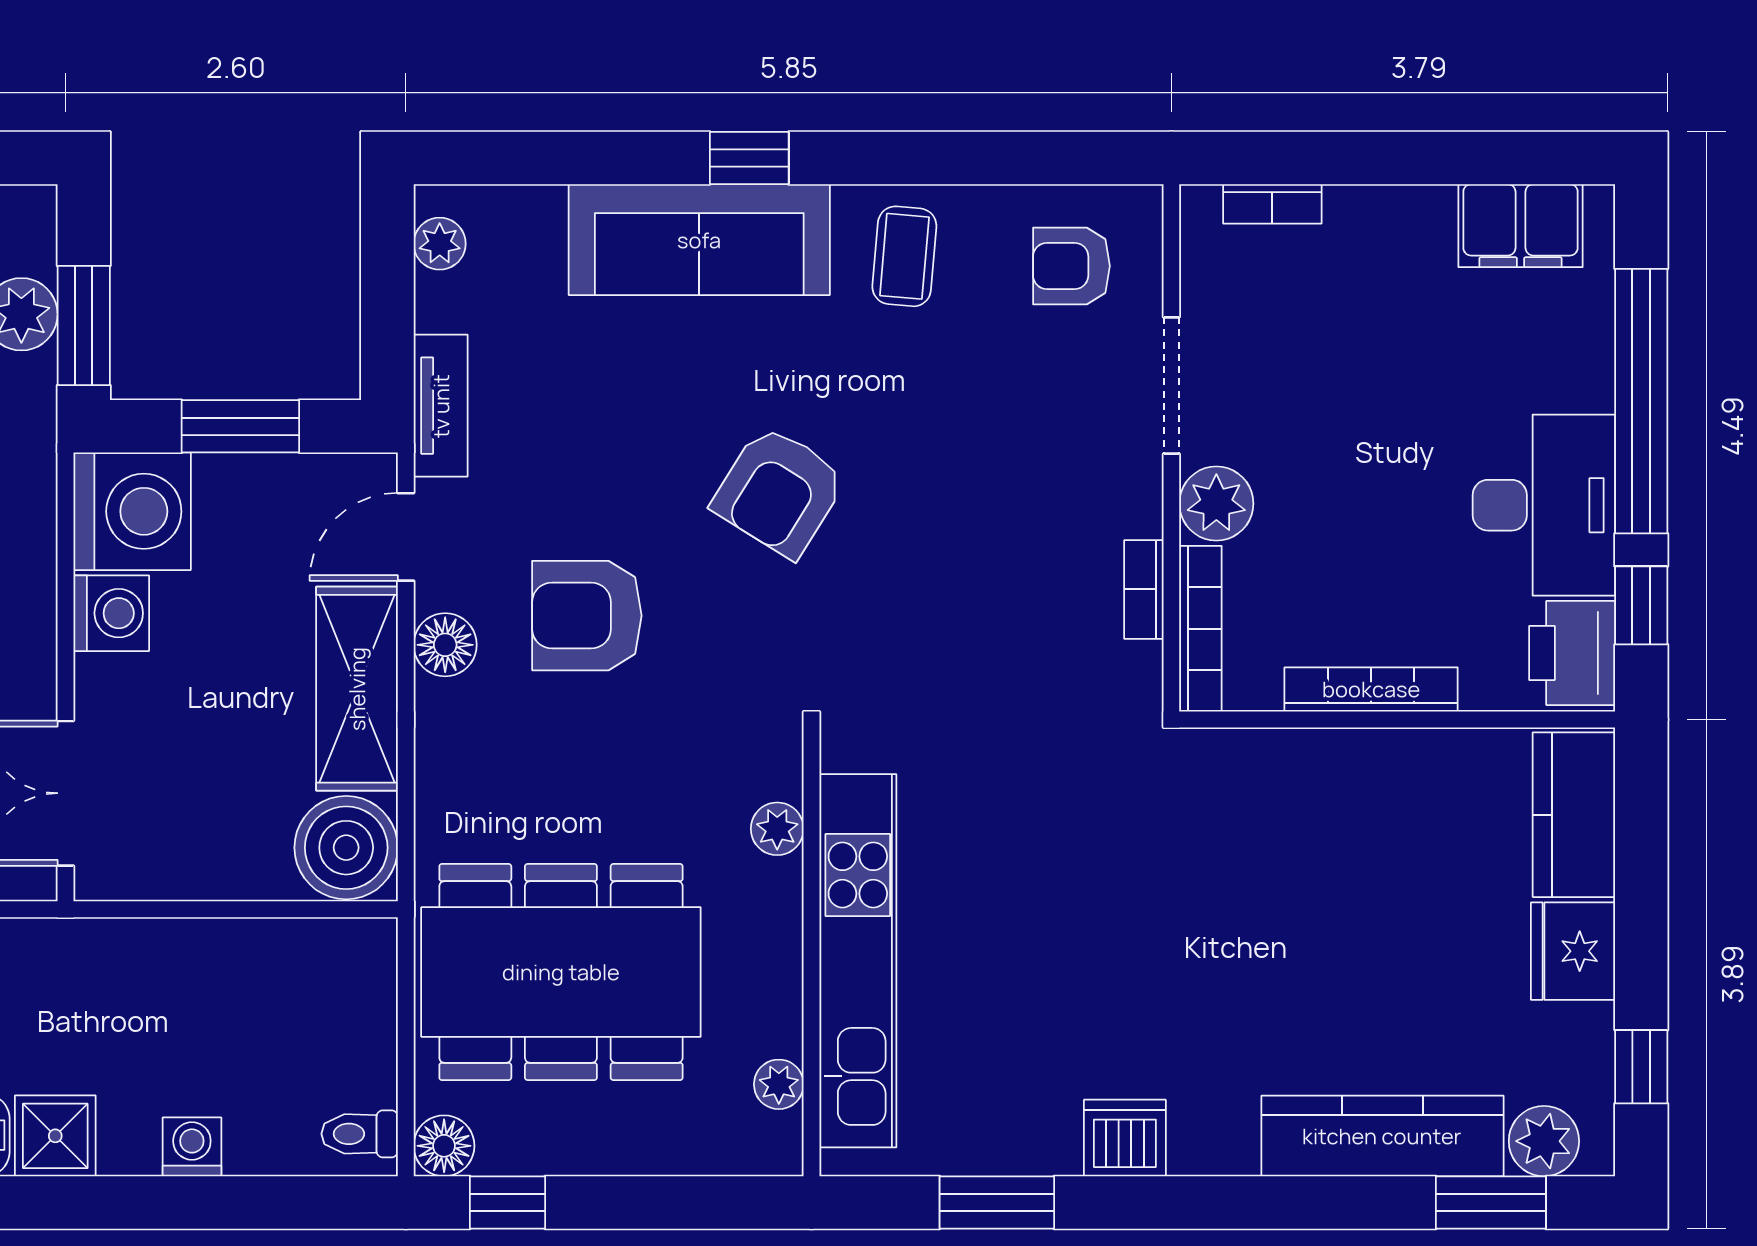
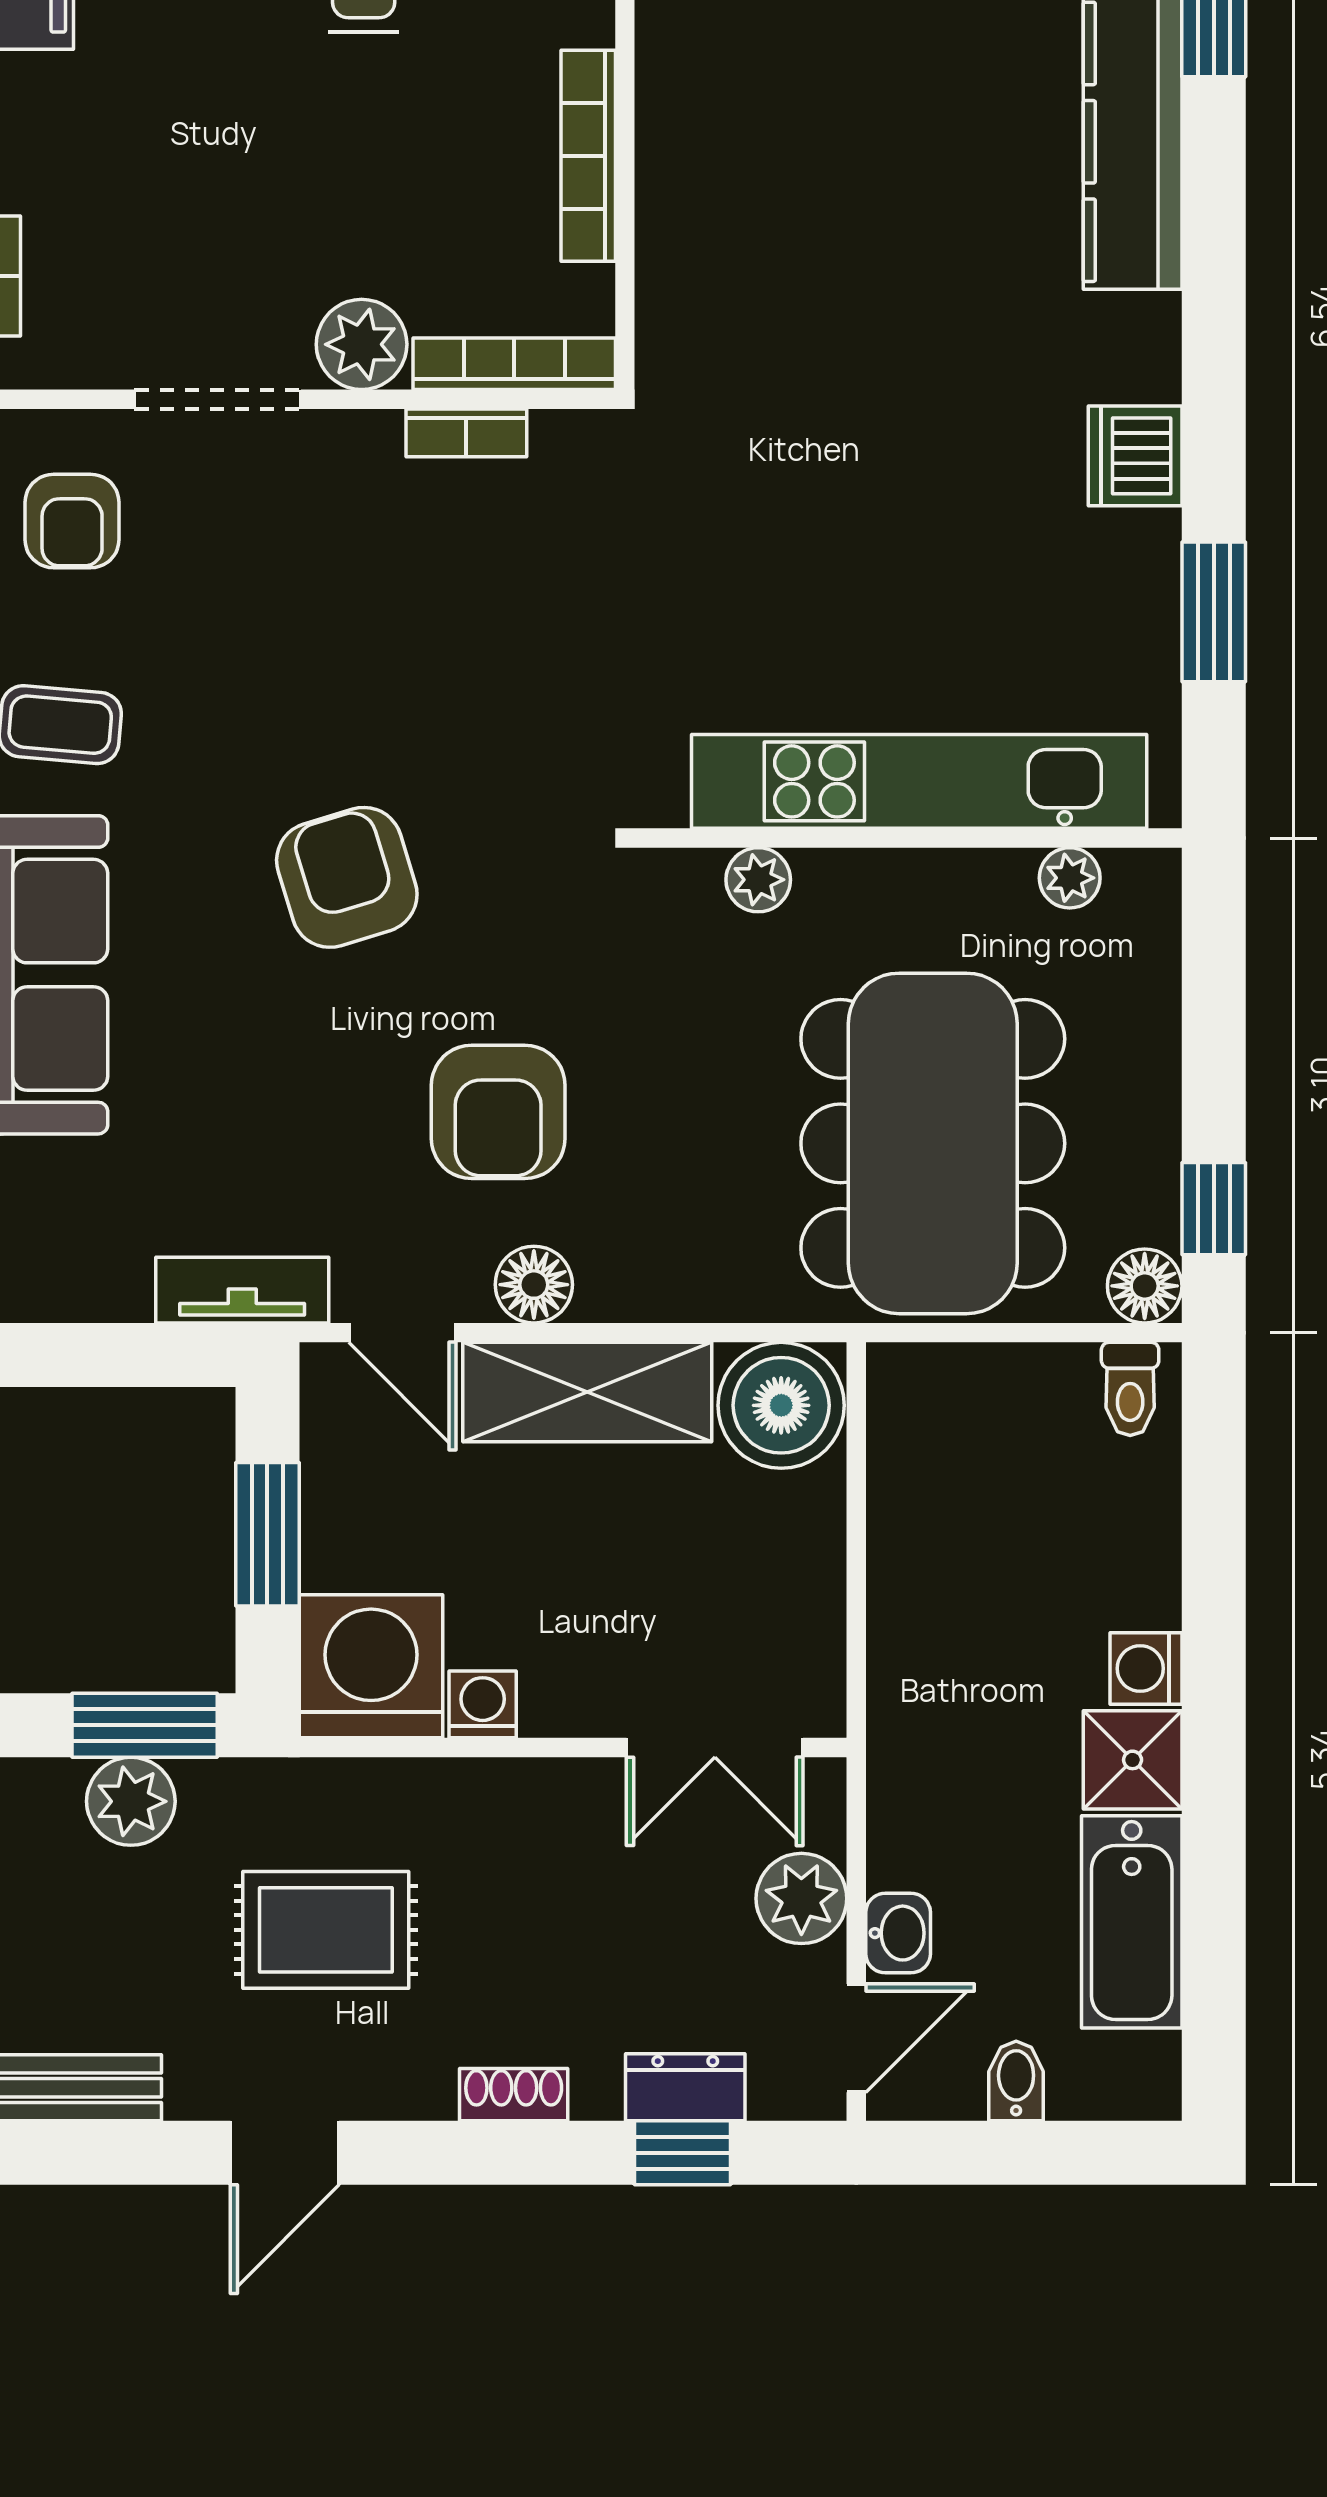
plant: (440, 244) -> (45, 1291), removed
armchair: (779, 491) -> (347, 877), turned -139
washing machine: (111, 613) -> (483, 1704), width x0.73, depth x0.73
washing machine: (192, 1147) -> (1146, 1668), moved

